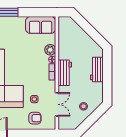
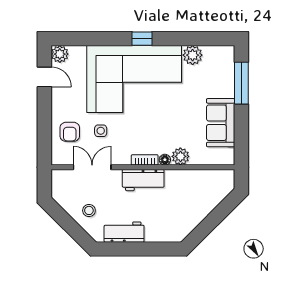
sofa: (41, 25) -> (221, 123), moved
workbench: (97, 70) -> (124, 232), moved
double door: (57, 104) -> (92, 167), swing flipped

